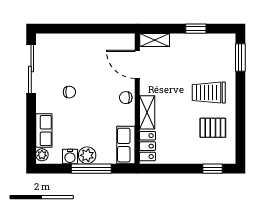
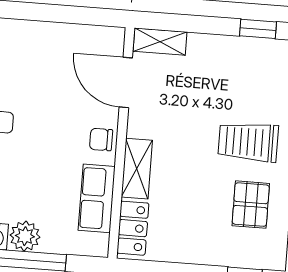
window: (196, 29) -> (258, 29), moved
pallet: (213, 128) -> (251, 205), turned 90
row of seats: (126, 145) -> (97, 198), moved

